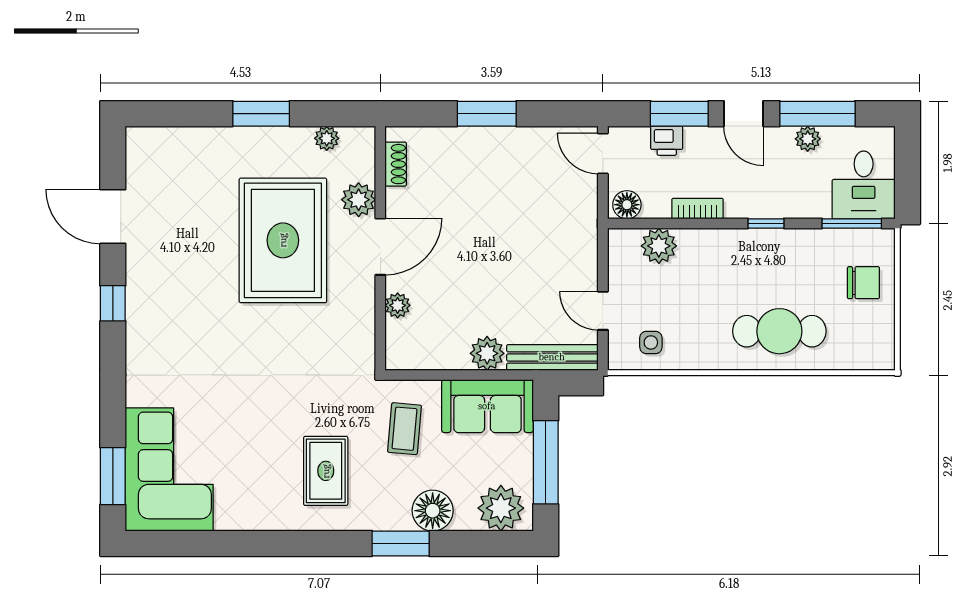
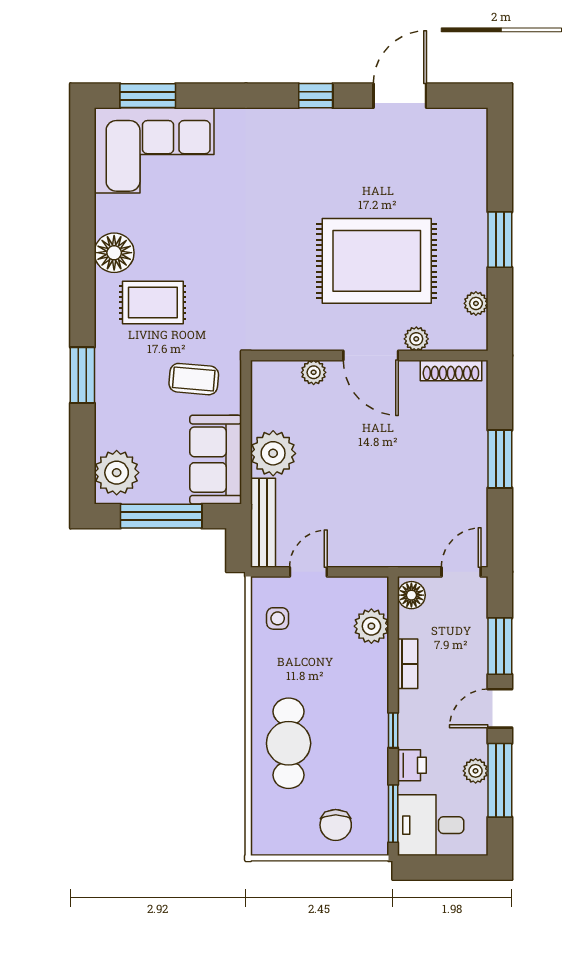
printer: (667, 141) -> (412, 765), moved, turned 180
shoe rack: (396, 164) -> (451, 370), width x1.43
plant: (359, 200) -> (416, 339), width x0.73, depth x0.73
plant: (487, 353) -> (273, 453), width x1.36, depth x1.36
floor lamp: (433, 511) -> (114, 253), moved

